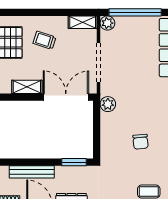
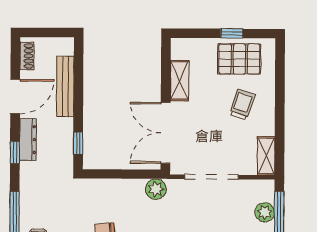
plant: (107, 23) -> (265, 212), moved
double door: (66, 97) -> (166, 133), swing flipped
window: (74, 162) -> (78, 143), width x0.67

